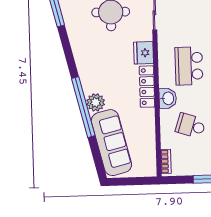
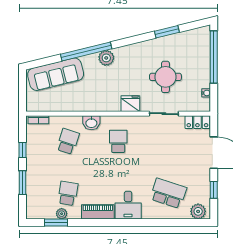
school desk: (189, 66) -> (118, 141), width x0.54
locker: (147, 87) -> (102, 106), removed
plant: (96, 102) -> (106, 58), moved

